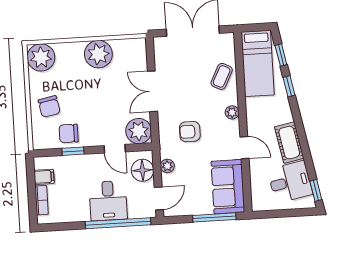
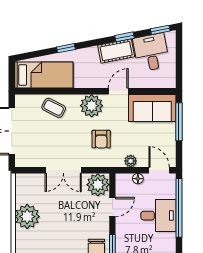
window: (281, 55) -> (125, 37), moved
plant: (232, 112) -> (92, 106), width x1.88, depth x1.88
floor lamp: (143, 170) -> (138, 179), width x0.53, depth x0.53

